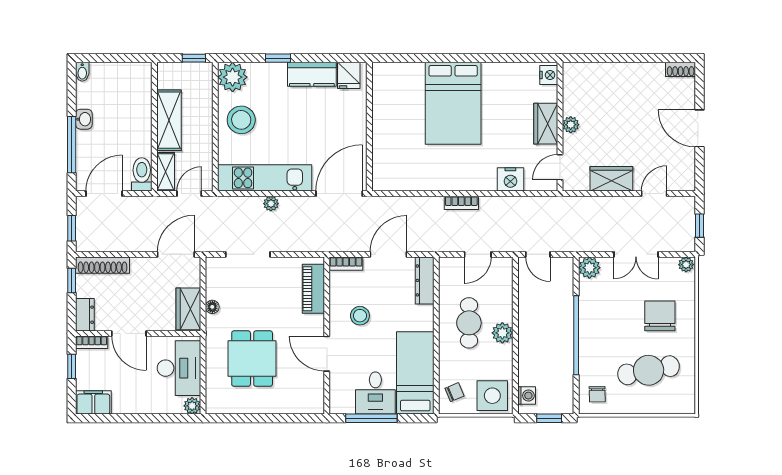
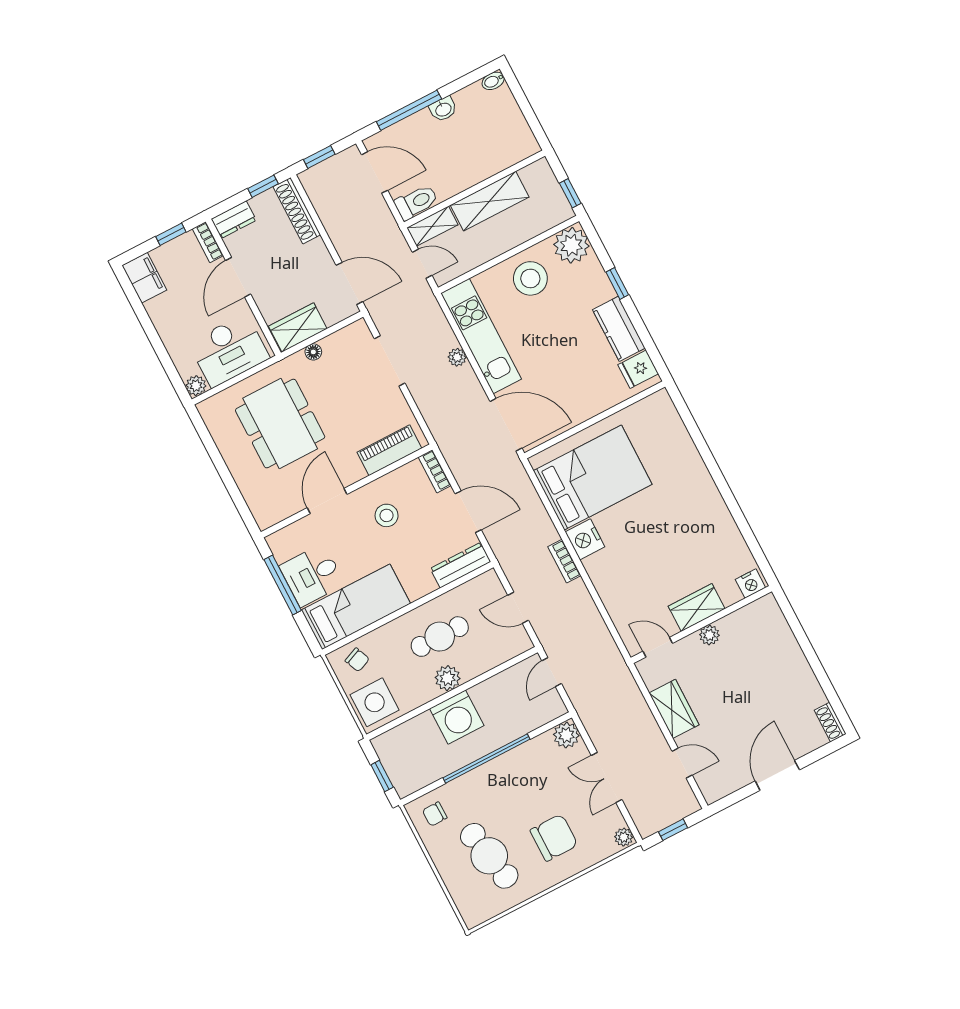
bed: (453, 103) -> (593, 477), moved, turned 180
nightstand: (510, 179) -> (585, 539), moved
dining table: (252, 359) -> (280, 424), width x1.38
washing machine: (527, 396) -> (457, 717), moved, width x1.89, depth x1.89

